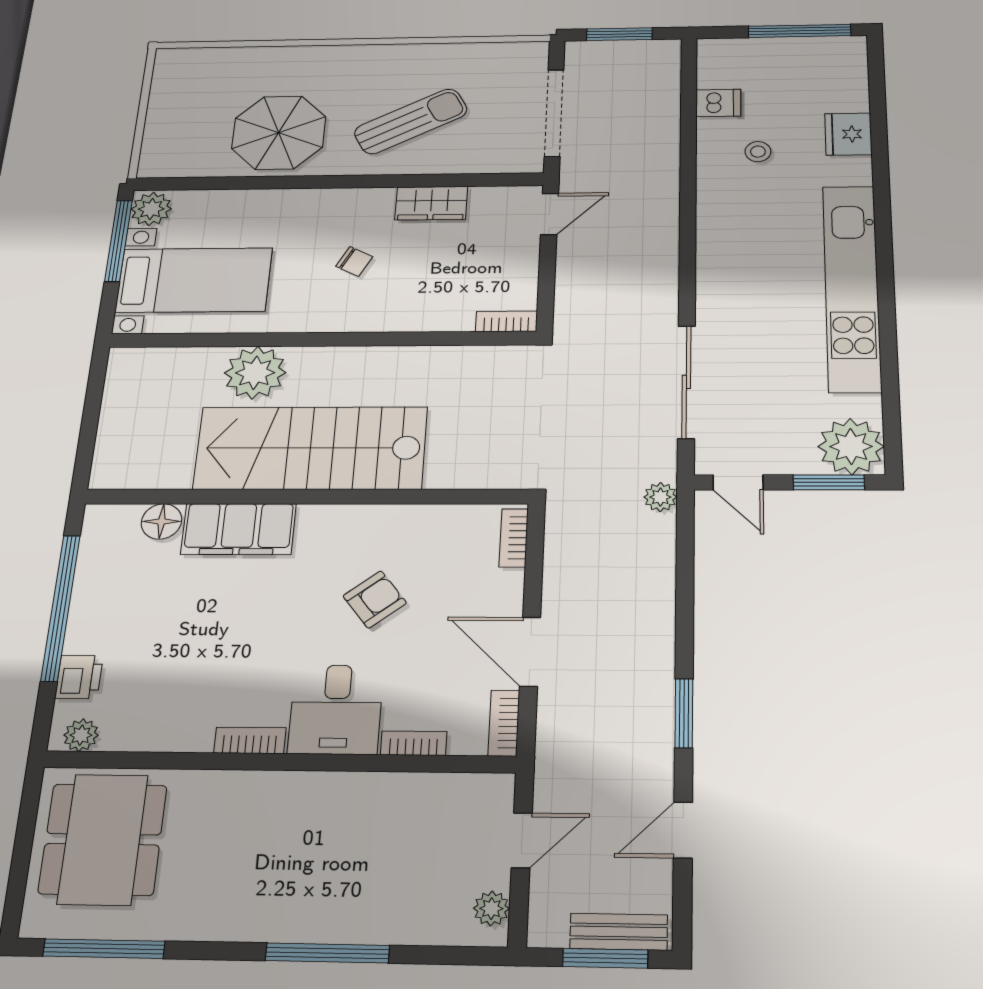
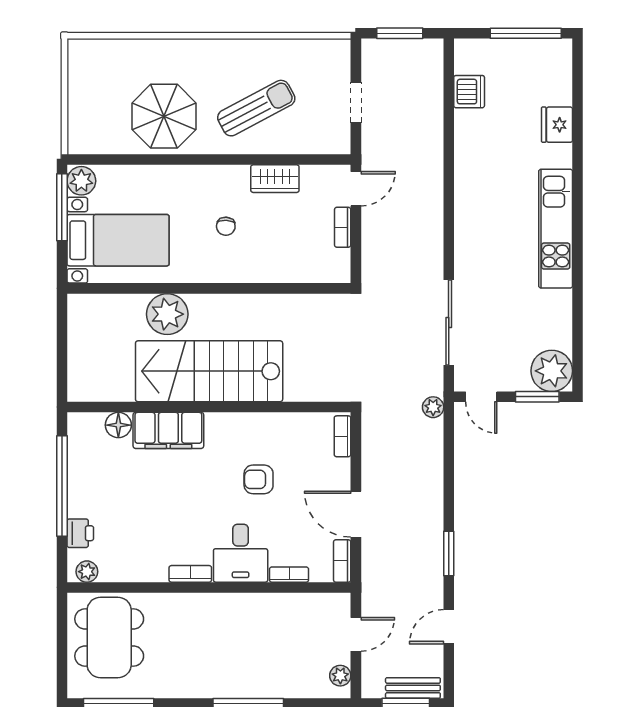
dishwasher: (718, 103) -> (469, 92), width x1.38
doorway: (554, 113) -> (356, 102), width x0.53
stool: (758, 152) -> (496, 138), removed
chair: (354, 262) -> (226, 226), turned 66
kitchen unit: (852, 287) -> (556, 229), width x0.73
bookcase: (506, 321) -> (343, 227), moved, turned -90
armchair: (375, 599) -> (259, 479), turned -142

